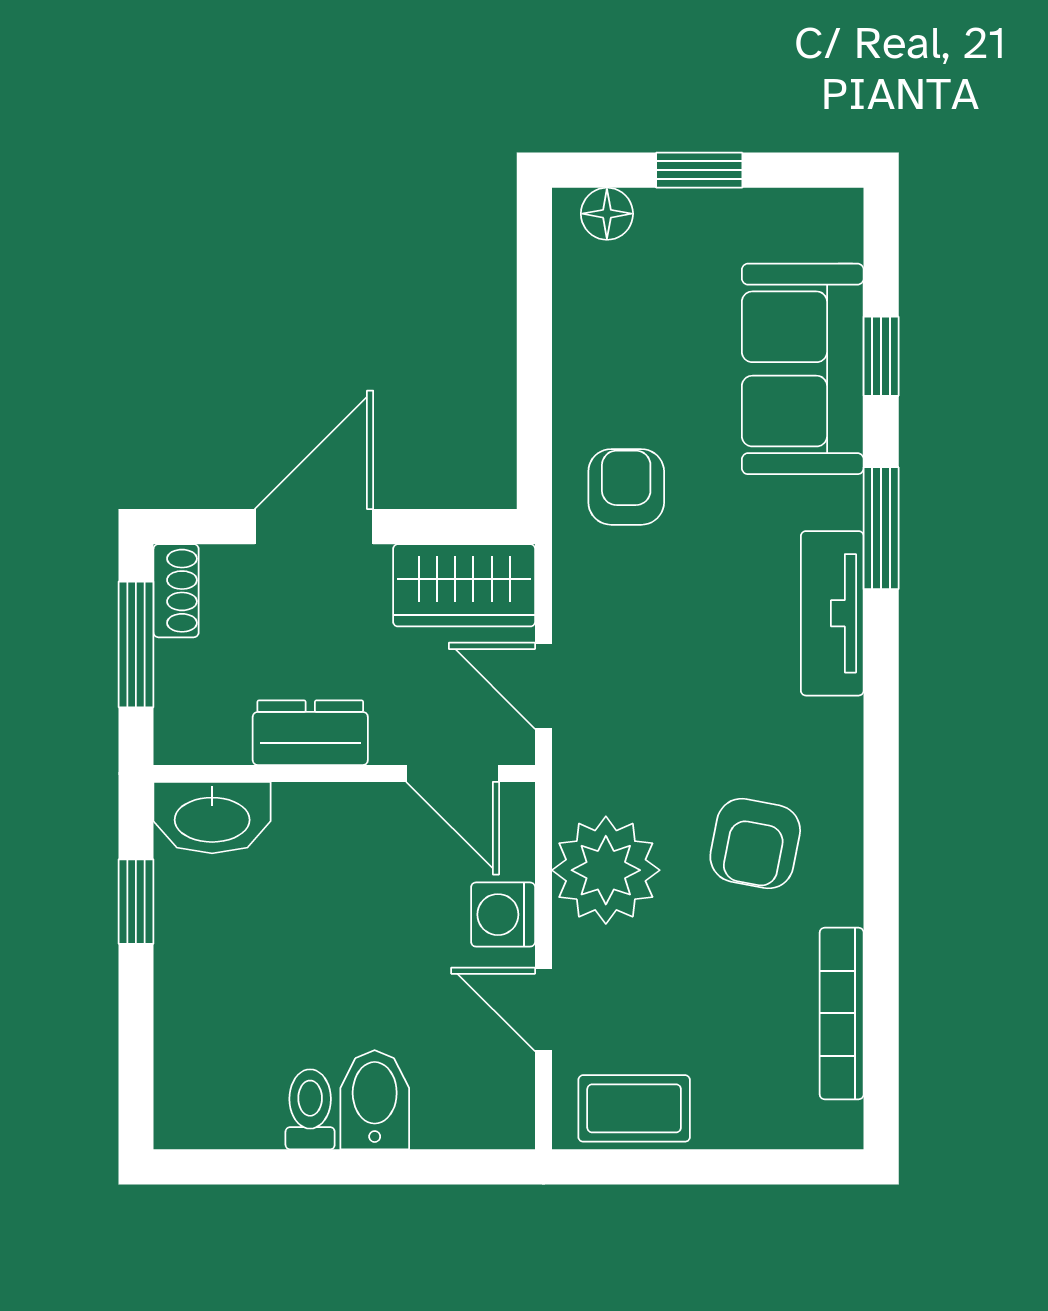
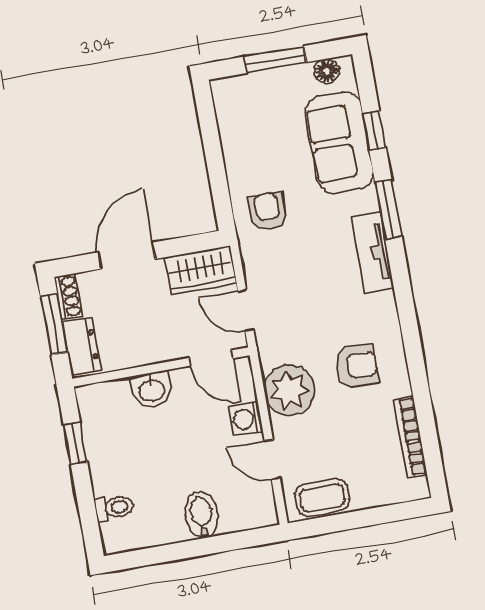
window: (699, 170) -> (275, 59), width x1.50
floor lamp: (607, 214) -> (326, 71), moved
dresser: (310, 733) -> (82, 346), moved, turned 90
washbasin: (212, 818) -> (152, 390), moved, width x0.72
armchair: (755, 843) -> (356, 366), turned -99
toilet: (310, 1109) -> (114, 508), moved, turned 90

